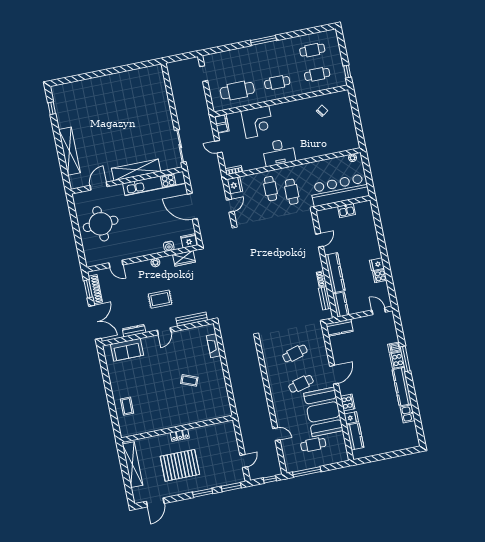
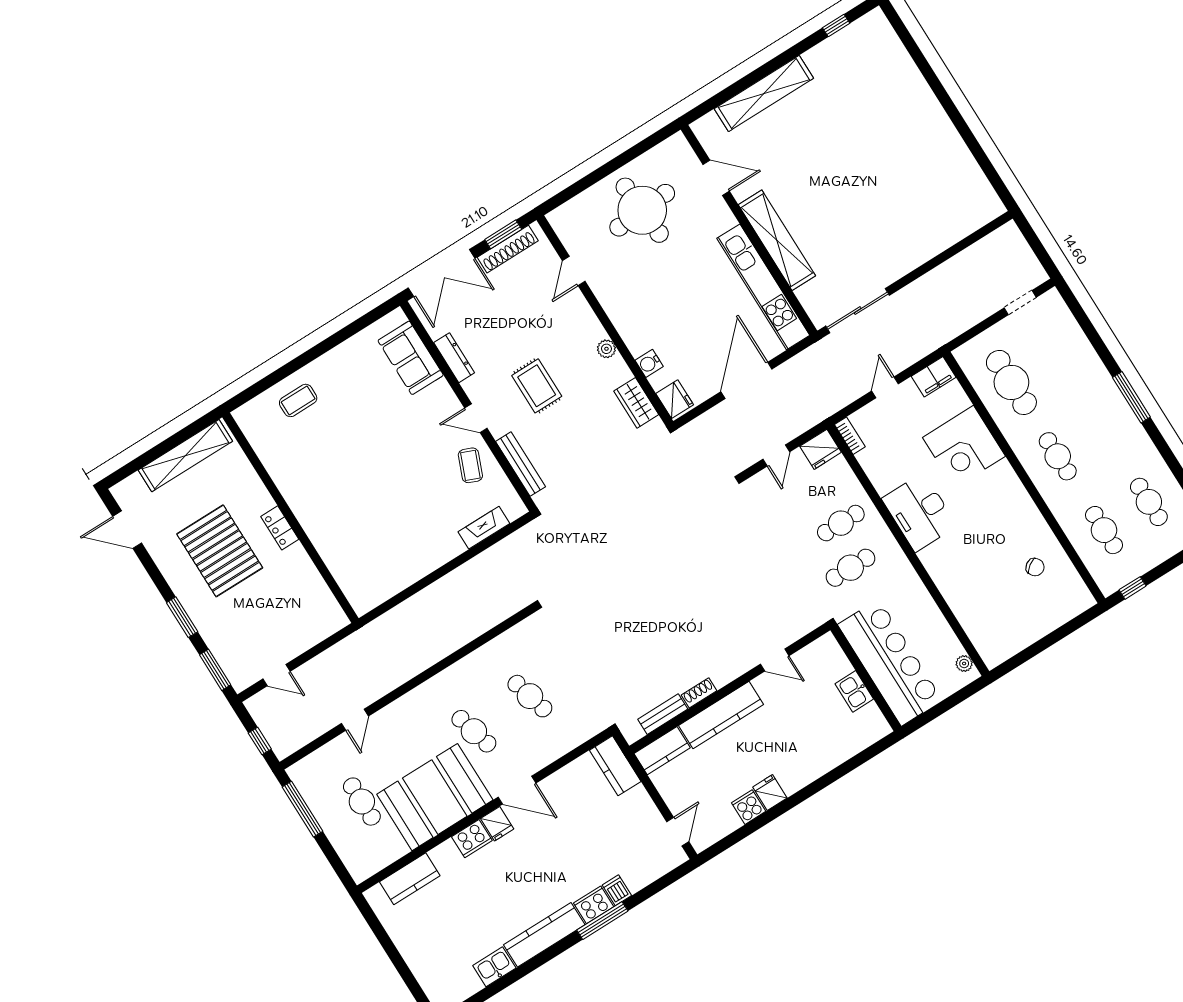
door: (230, 206) -> (776, 456), hinge flipped
coffee table: (189, 380) -> (470, 465), moved
fridge: (351, 418) -> (497, 824), moved

